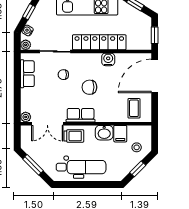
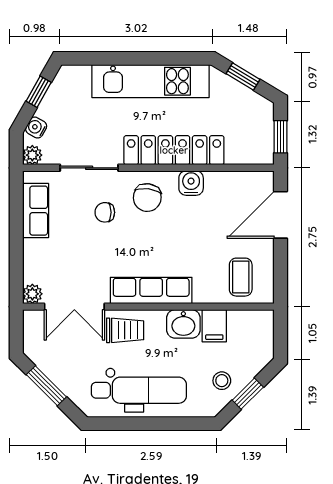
door: (155, 76) -> (280, 215), width x0.73
chair: (89, 87) -> (147, 198), moved, turned -82
row of seats: (81, 115) -> (151, 290), width x1.48
stool: (137, 147) -> (222, 381), moved

